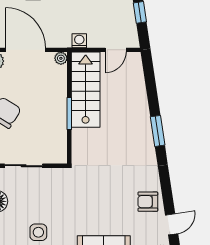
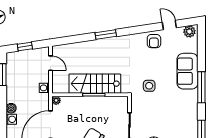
stairs: (86, 90) -> (95, 84), moved
side table: (38, 232) -> (149, 86), moved

